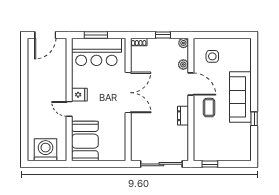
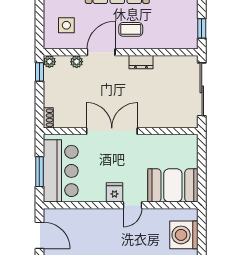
window: (163, 35) -> (39, 72), moved

